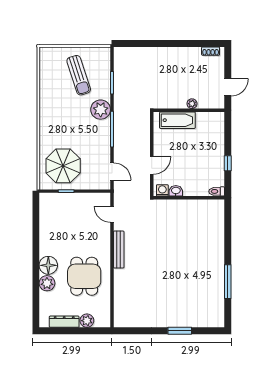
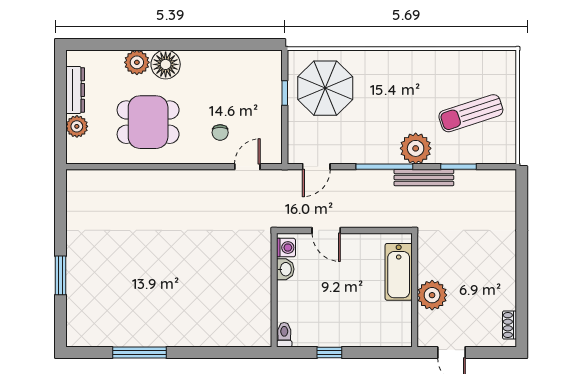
plant: (192, 104) -> (432, 295), width x1.88, depth x1.88
chair: (91, 231) -> (220, 132), added
bench: (119, 250) -> (424, 177), moved

